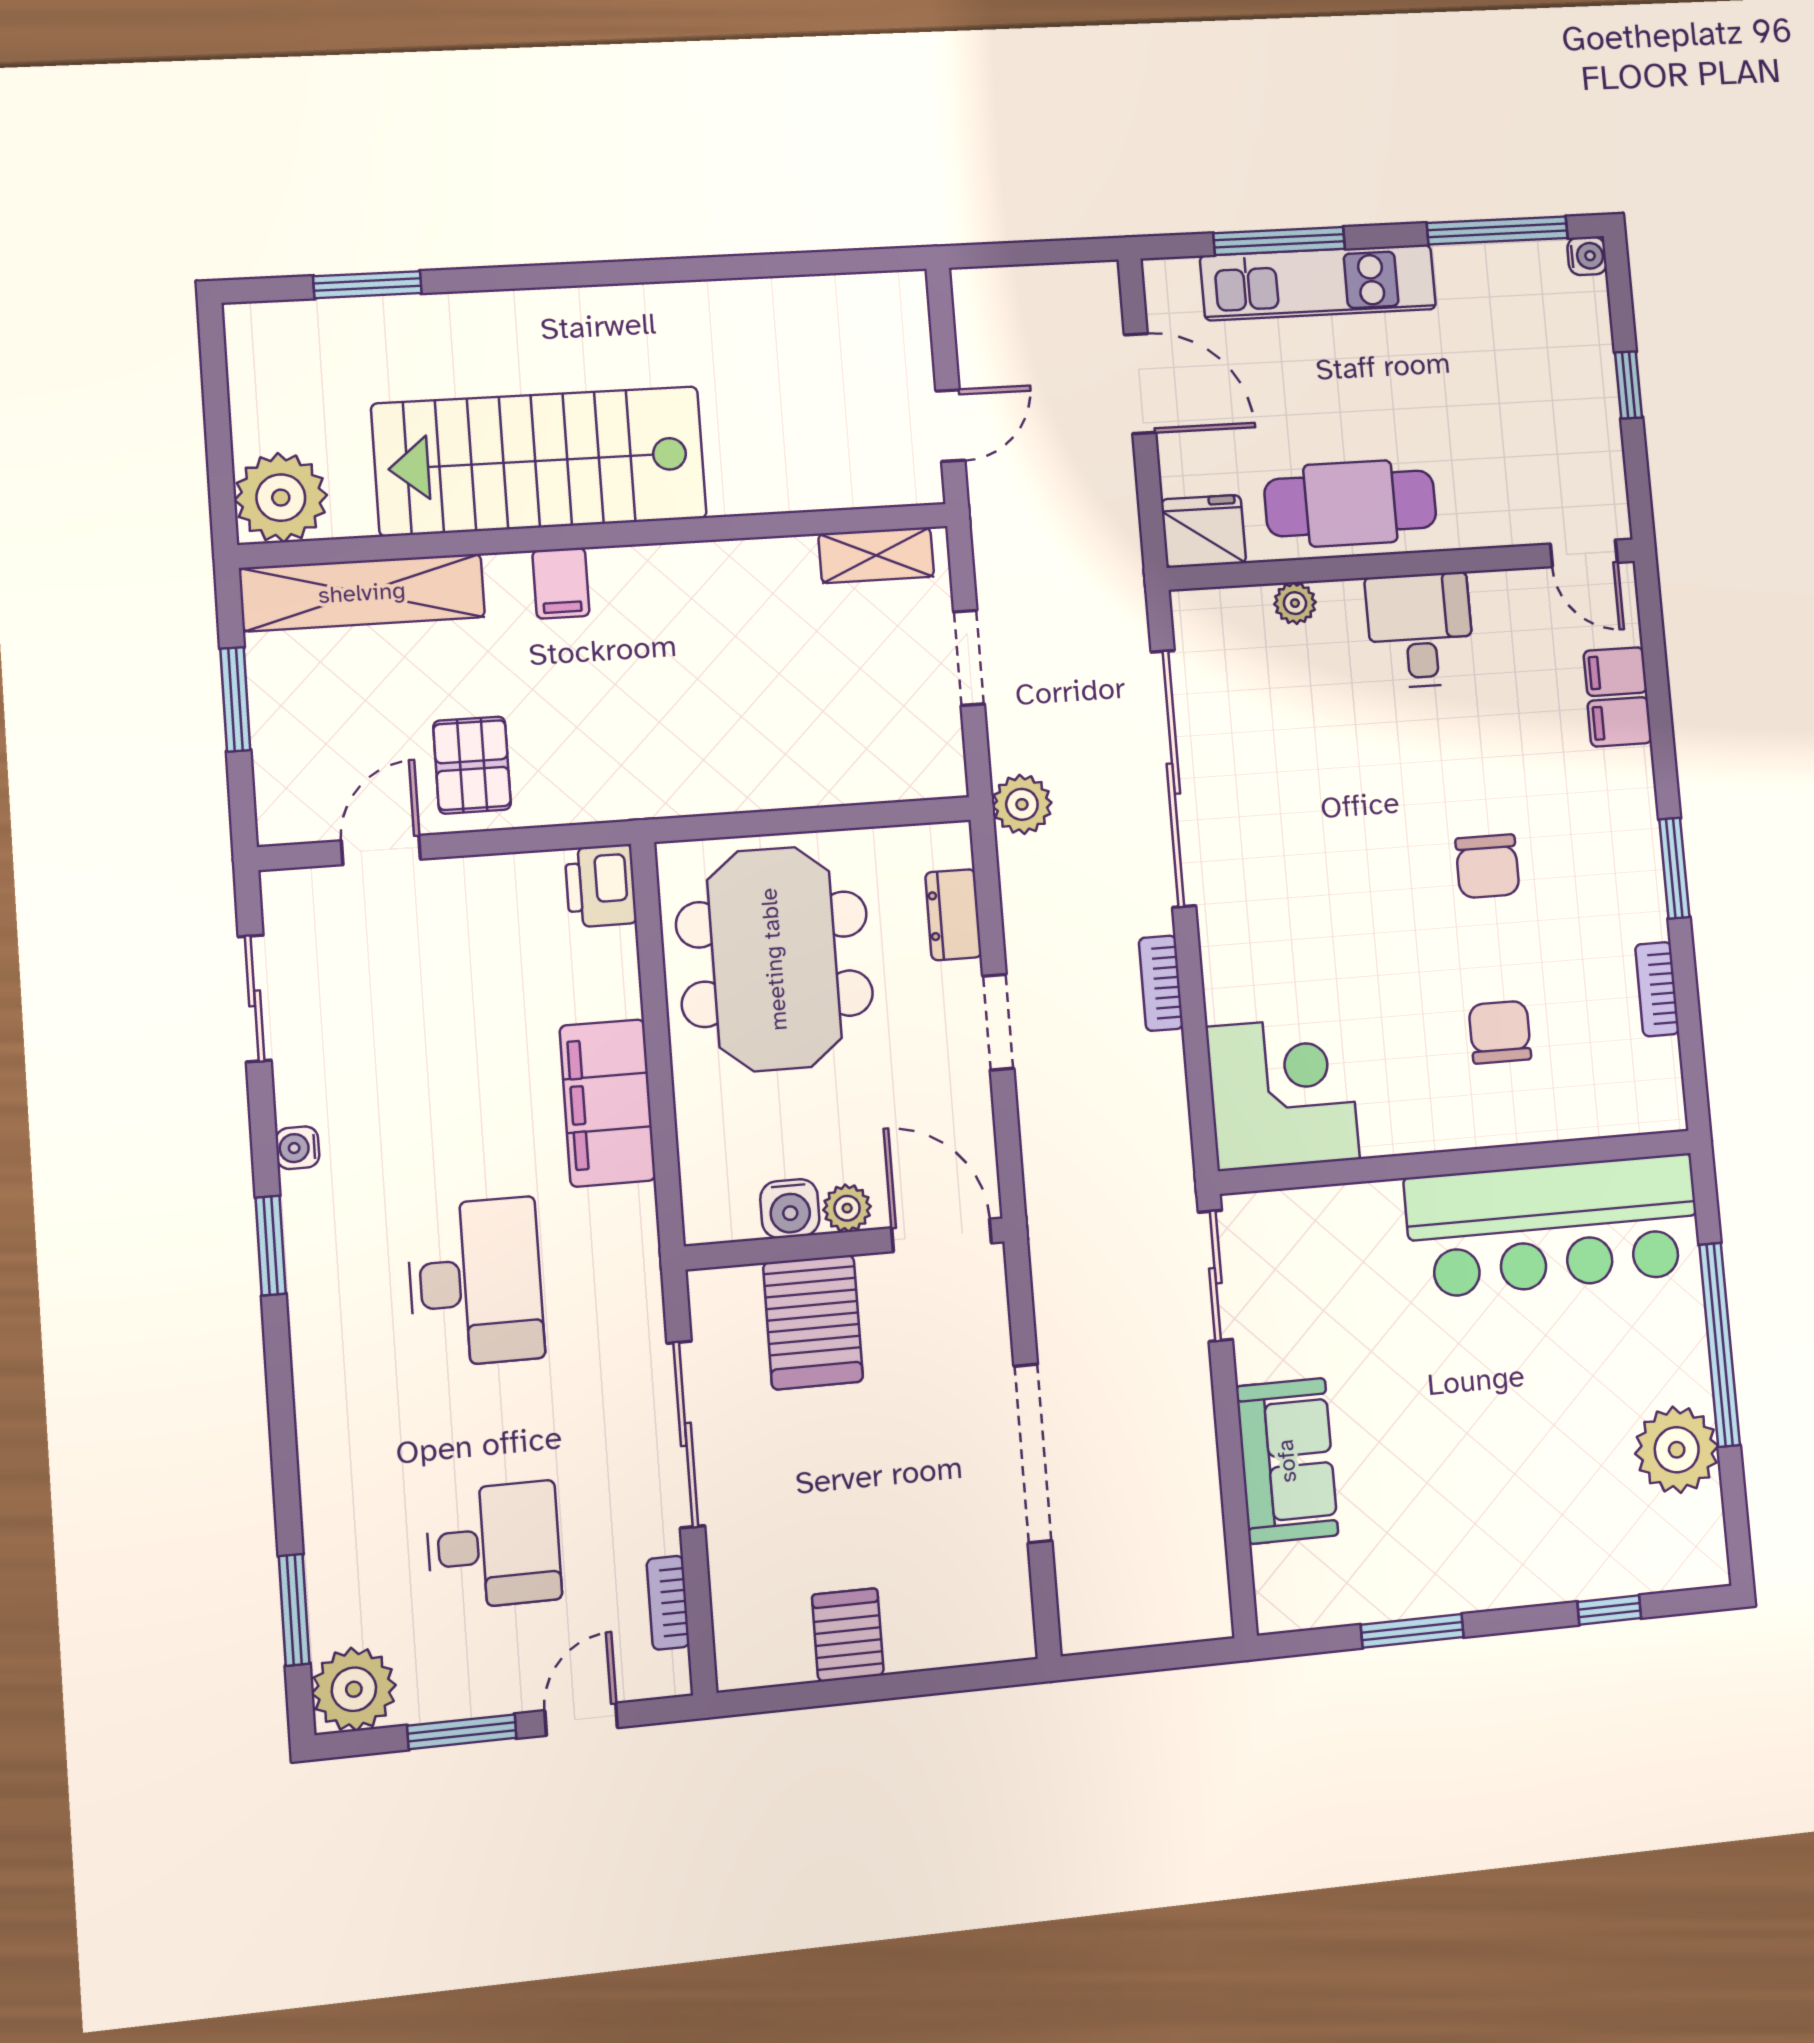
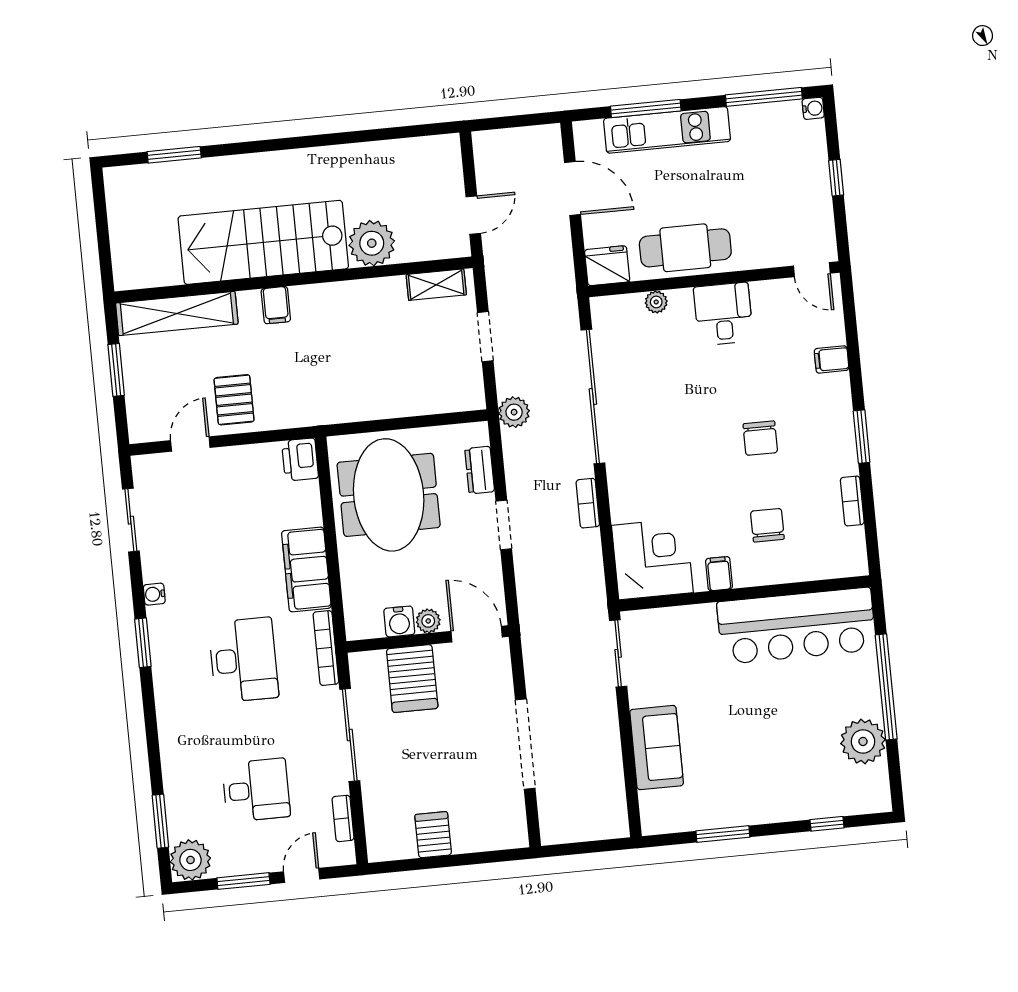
plant: (281, 498) -> (372, 243), moved
filing cabinet: (1615, 672) -> (719, 574), moved, turned 90
bookcase: (642, 1260) -> (326, 648), added

